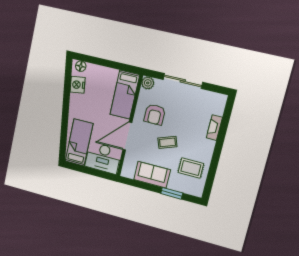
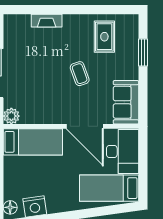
armchair: (155, 114) -> (49, 98), removed
sofa: (152, 175) -> (126, 102), moved

